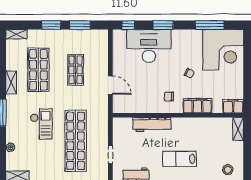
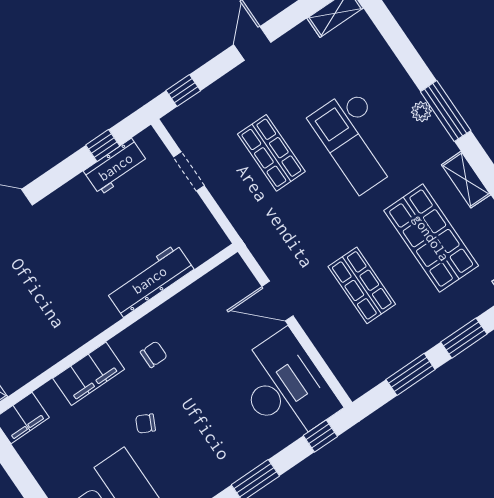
desk: (149, 46) -> (285, 387), moved, turned -90
checkout: (41, 124) -> (357, 140), width x1.36, depth x1.21
shop shelf: (76, 141) -> (271, 153), width x0.50, depth x0.74
plant: (10, 147) -> (421, 112), moved
lab bench: (180, 159) -> (54, 251), removed

